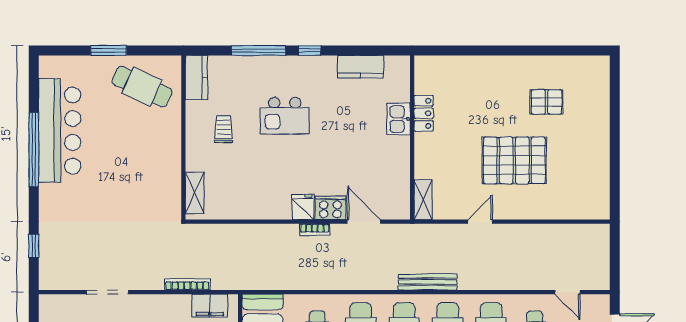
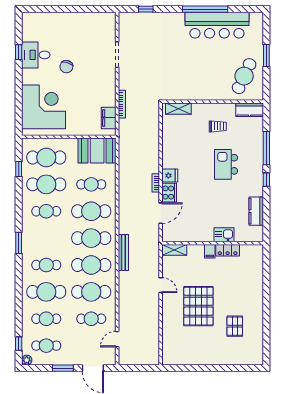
filing cabinet: (425, 142) -> (210, 251), added

